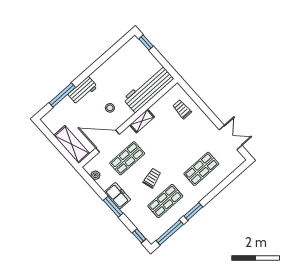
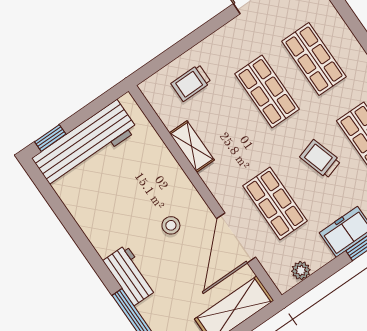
workbench: (148, 89) -> (85, 144), moved, turned -90
shelving: (142, 121) -> (192, 147), moved
shop shelf: (182, 147) -> (267, 92), added

